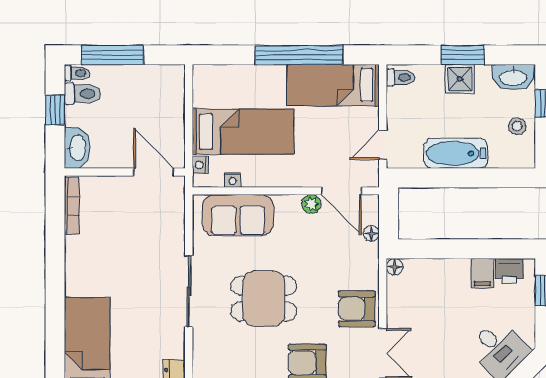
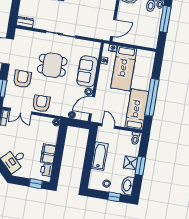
sofa: (238, 215) -> (87, 71), moved
filing cabinet: (482, 273) -> (48, 154), width x2.00
dining table: (264, 299) -> (52, 65), turned 90

